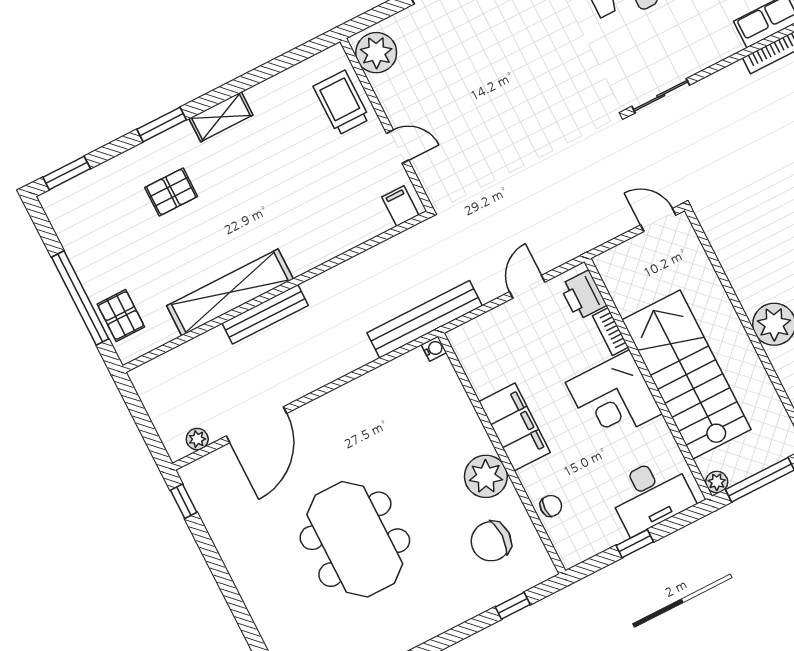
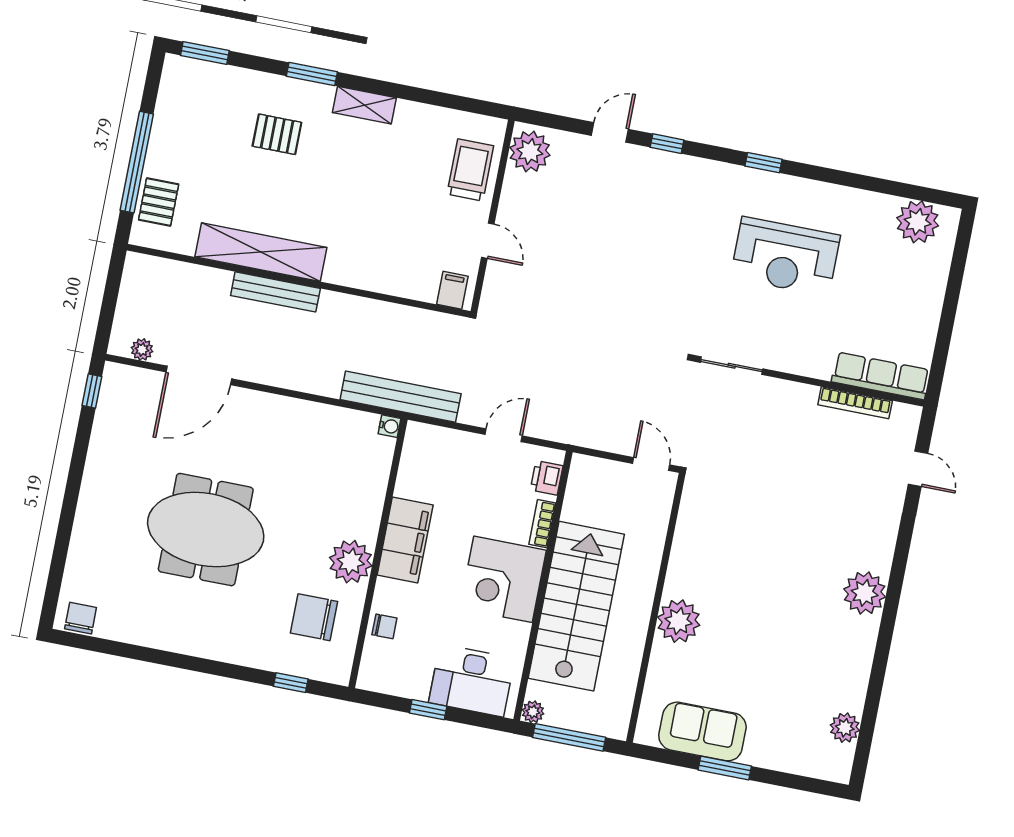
printer: (583, 295) -> (547, 478), width x0.73, depth x0.81
meeting table: (355, 539) -> (206, 530), turned 90

